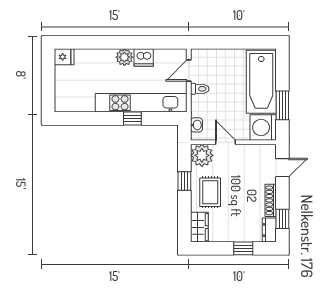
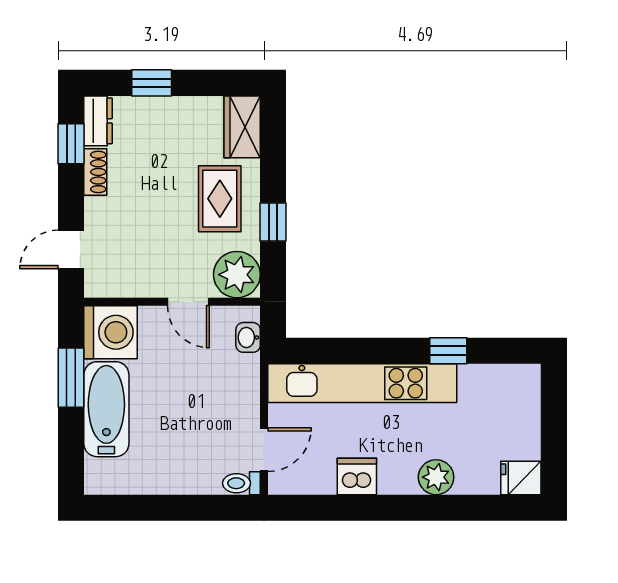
plant: (124, 57) -> (436, 477), moved
bathtub: (261, 82) -> (106, 409), width x0.73, depth x0.73
toilet: (200, 89) -> (241, 483), moved
window: (132, 119) -> (448, 351), moved
shoe rack: (271, 200) -> (95, 172), width x0.70

